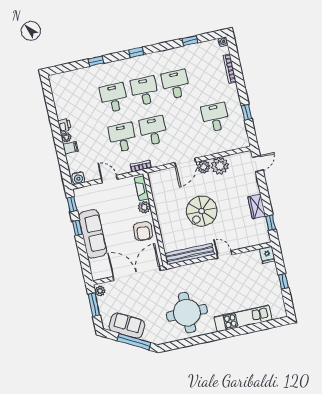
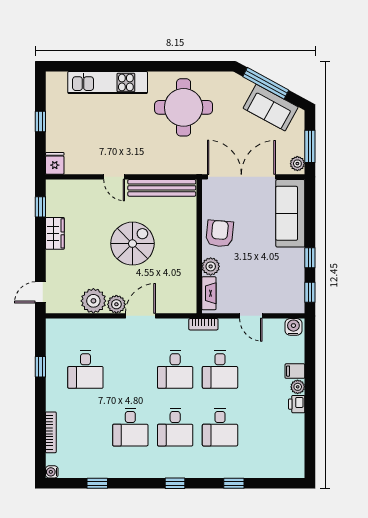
sofa: (93, 234) -> (290, 213), moved
double door: (137, 273) -> (241, 177), swing flipped

